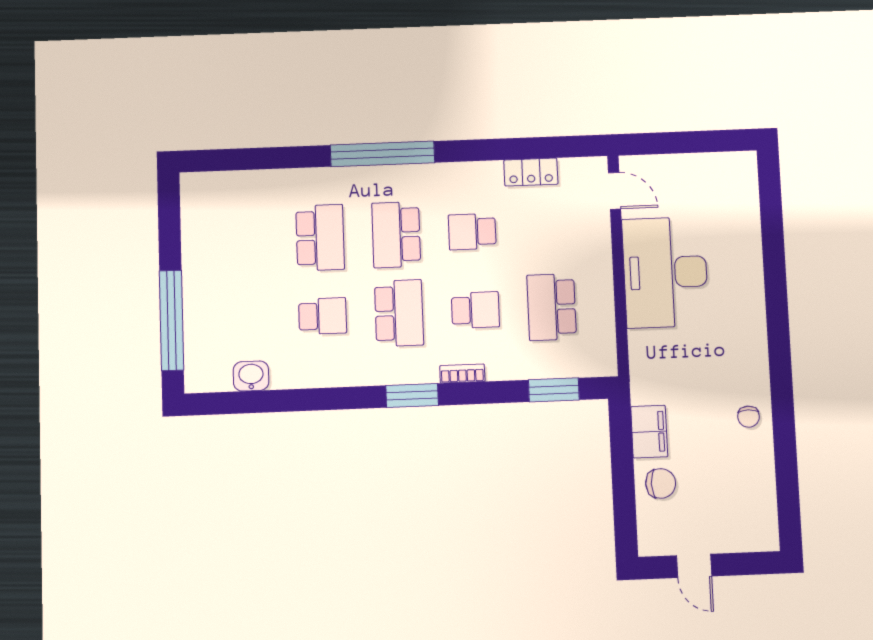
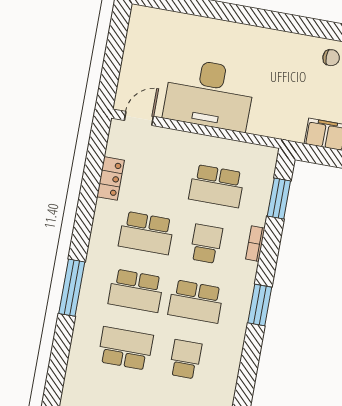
window: (382, 154) -> (72, 288), width x0.68
school desk: (472, 232) -> (146, 233), width x1.85
school desk: (399, 313) -> (196, 301), turned 180
bookcase: (462, 374) -> (255, 244), moved

